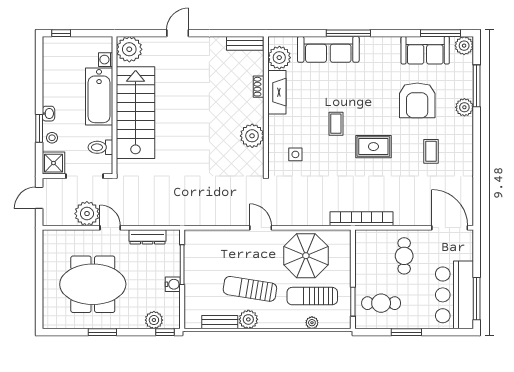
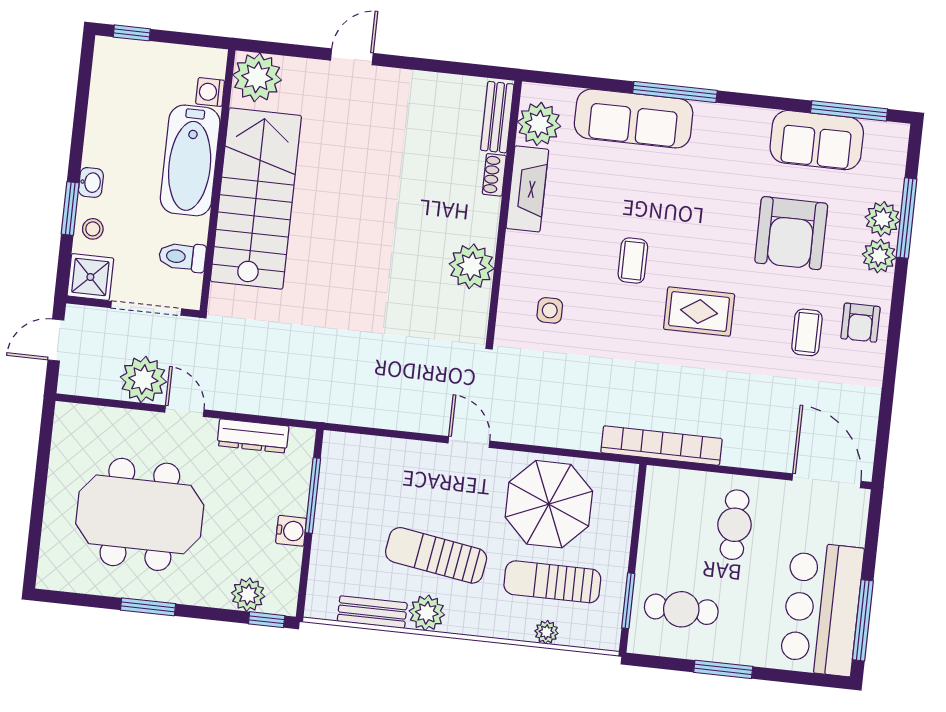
bench: (245, 43) -> (497, 117), moved, turned 90
plant: (464, 46) -> (883, 219), moved
armchair: (458, 143) -> (860, 323), added

